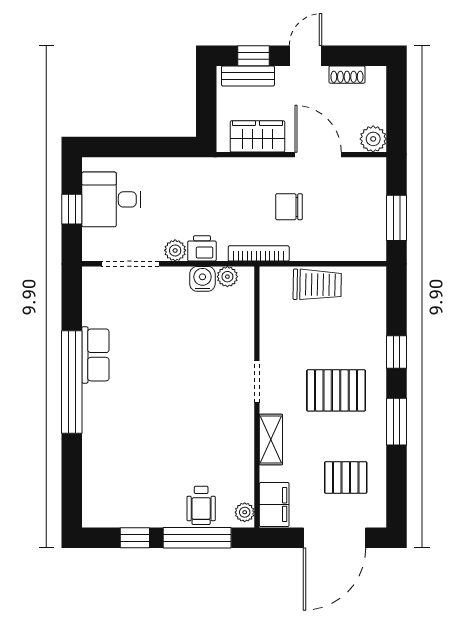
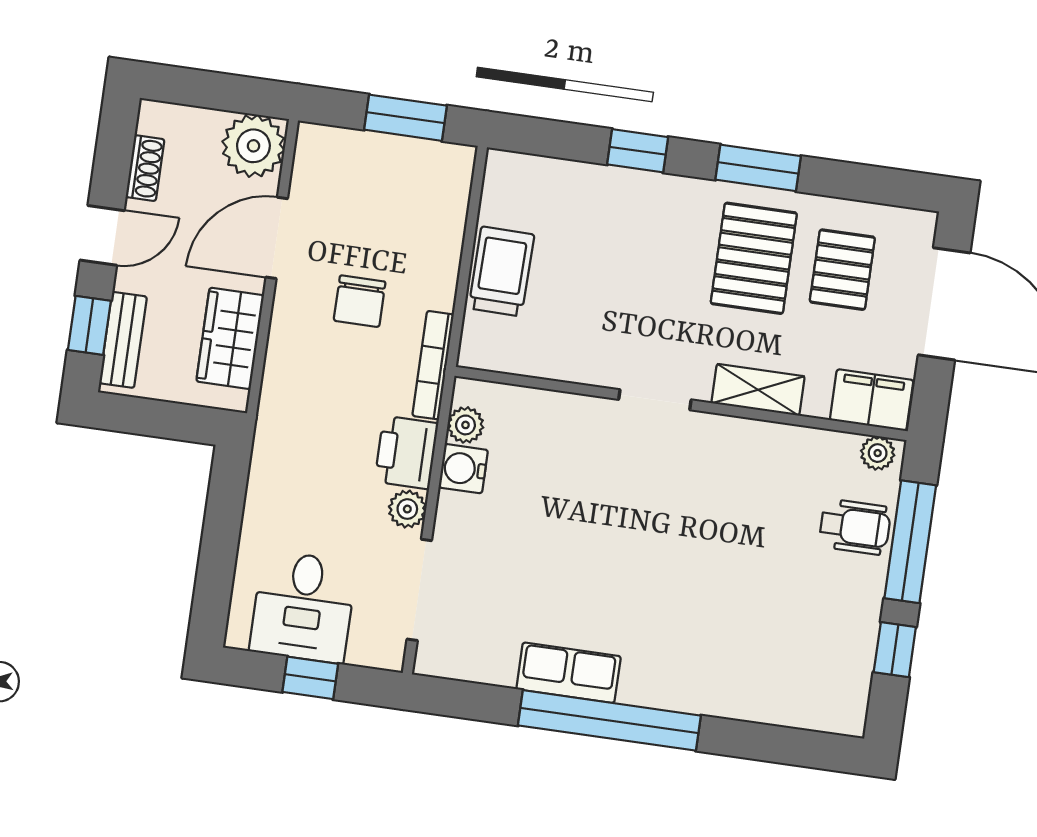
door: (305, 56) -> (102, 235), swing flipped
plant: (373, 139) -> (253, 146), width x1.36, depth x1.36
printer: (202, 248) -> (406, 452), width x1.36, depth x1.24
pallet: (336, 390) -> (754, 258), moved

